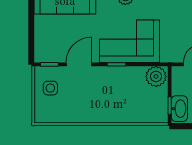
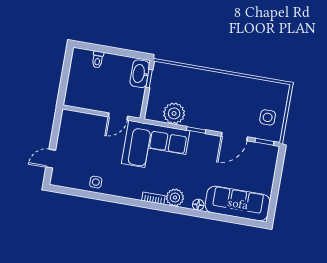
corner sofa: (129, 41) -> (156, 147), moved
plant: (156, 76) -> (174, 113), moved

